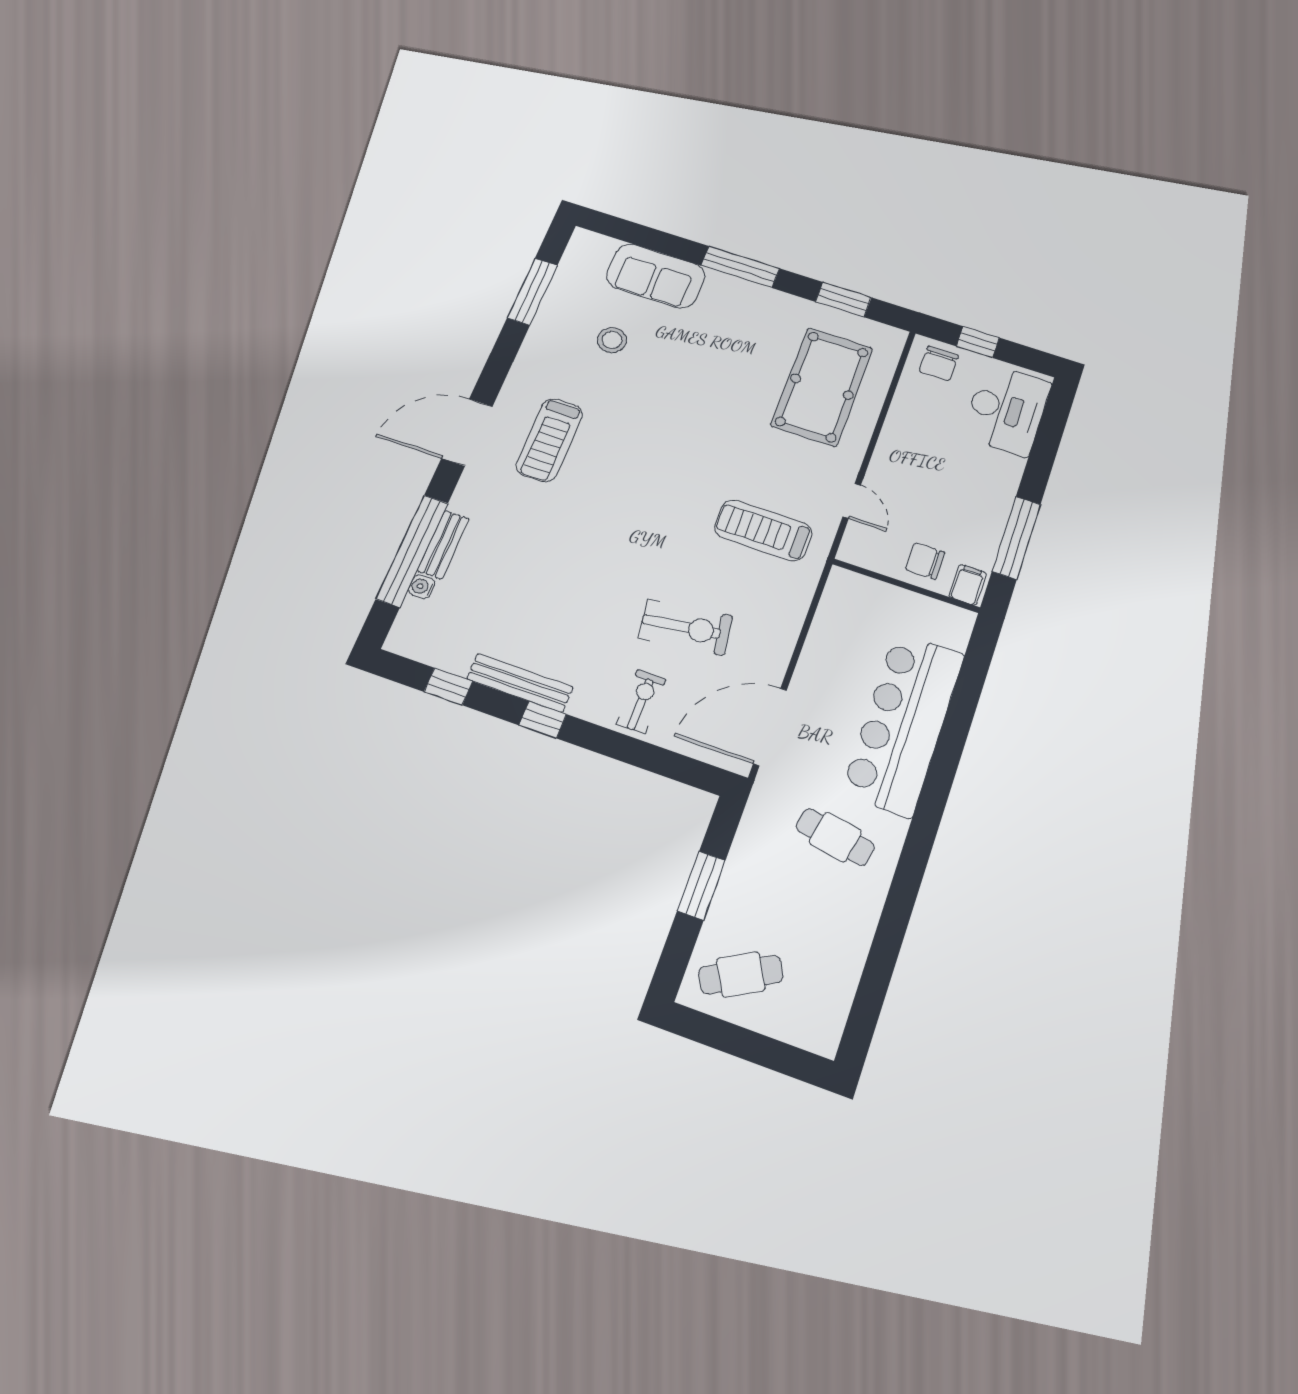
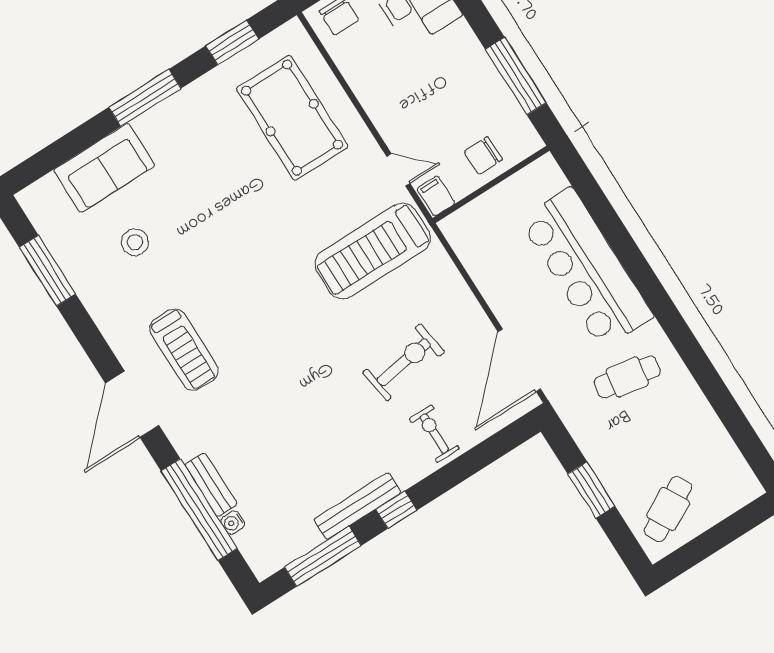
treadmill: (763, 530) -> (373, 251), width x1.37, depth x1.38
filing cabinet: (968, 585) -> (436, 196), moved
window: (448, 686) -> (323, 556), width x2.17

